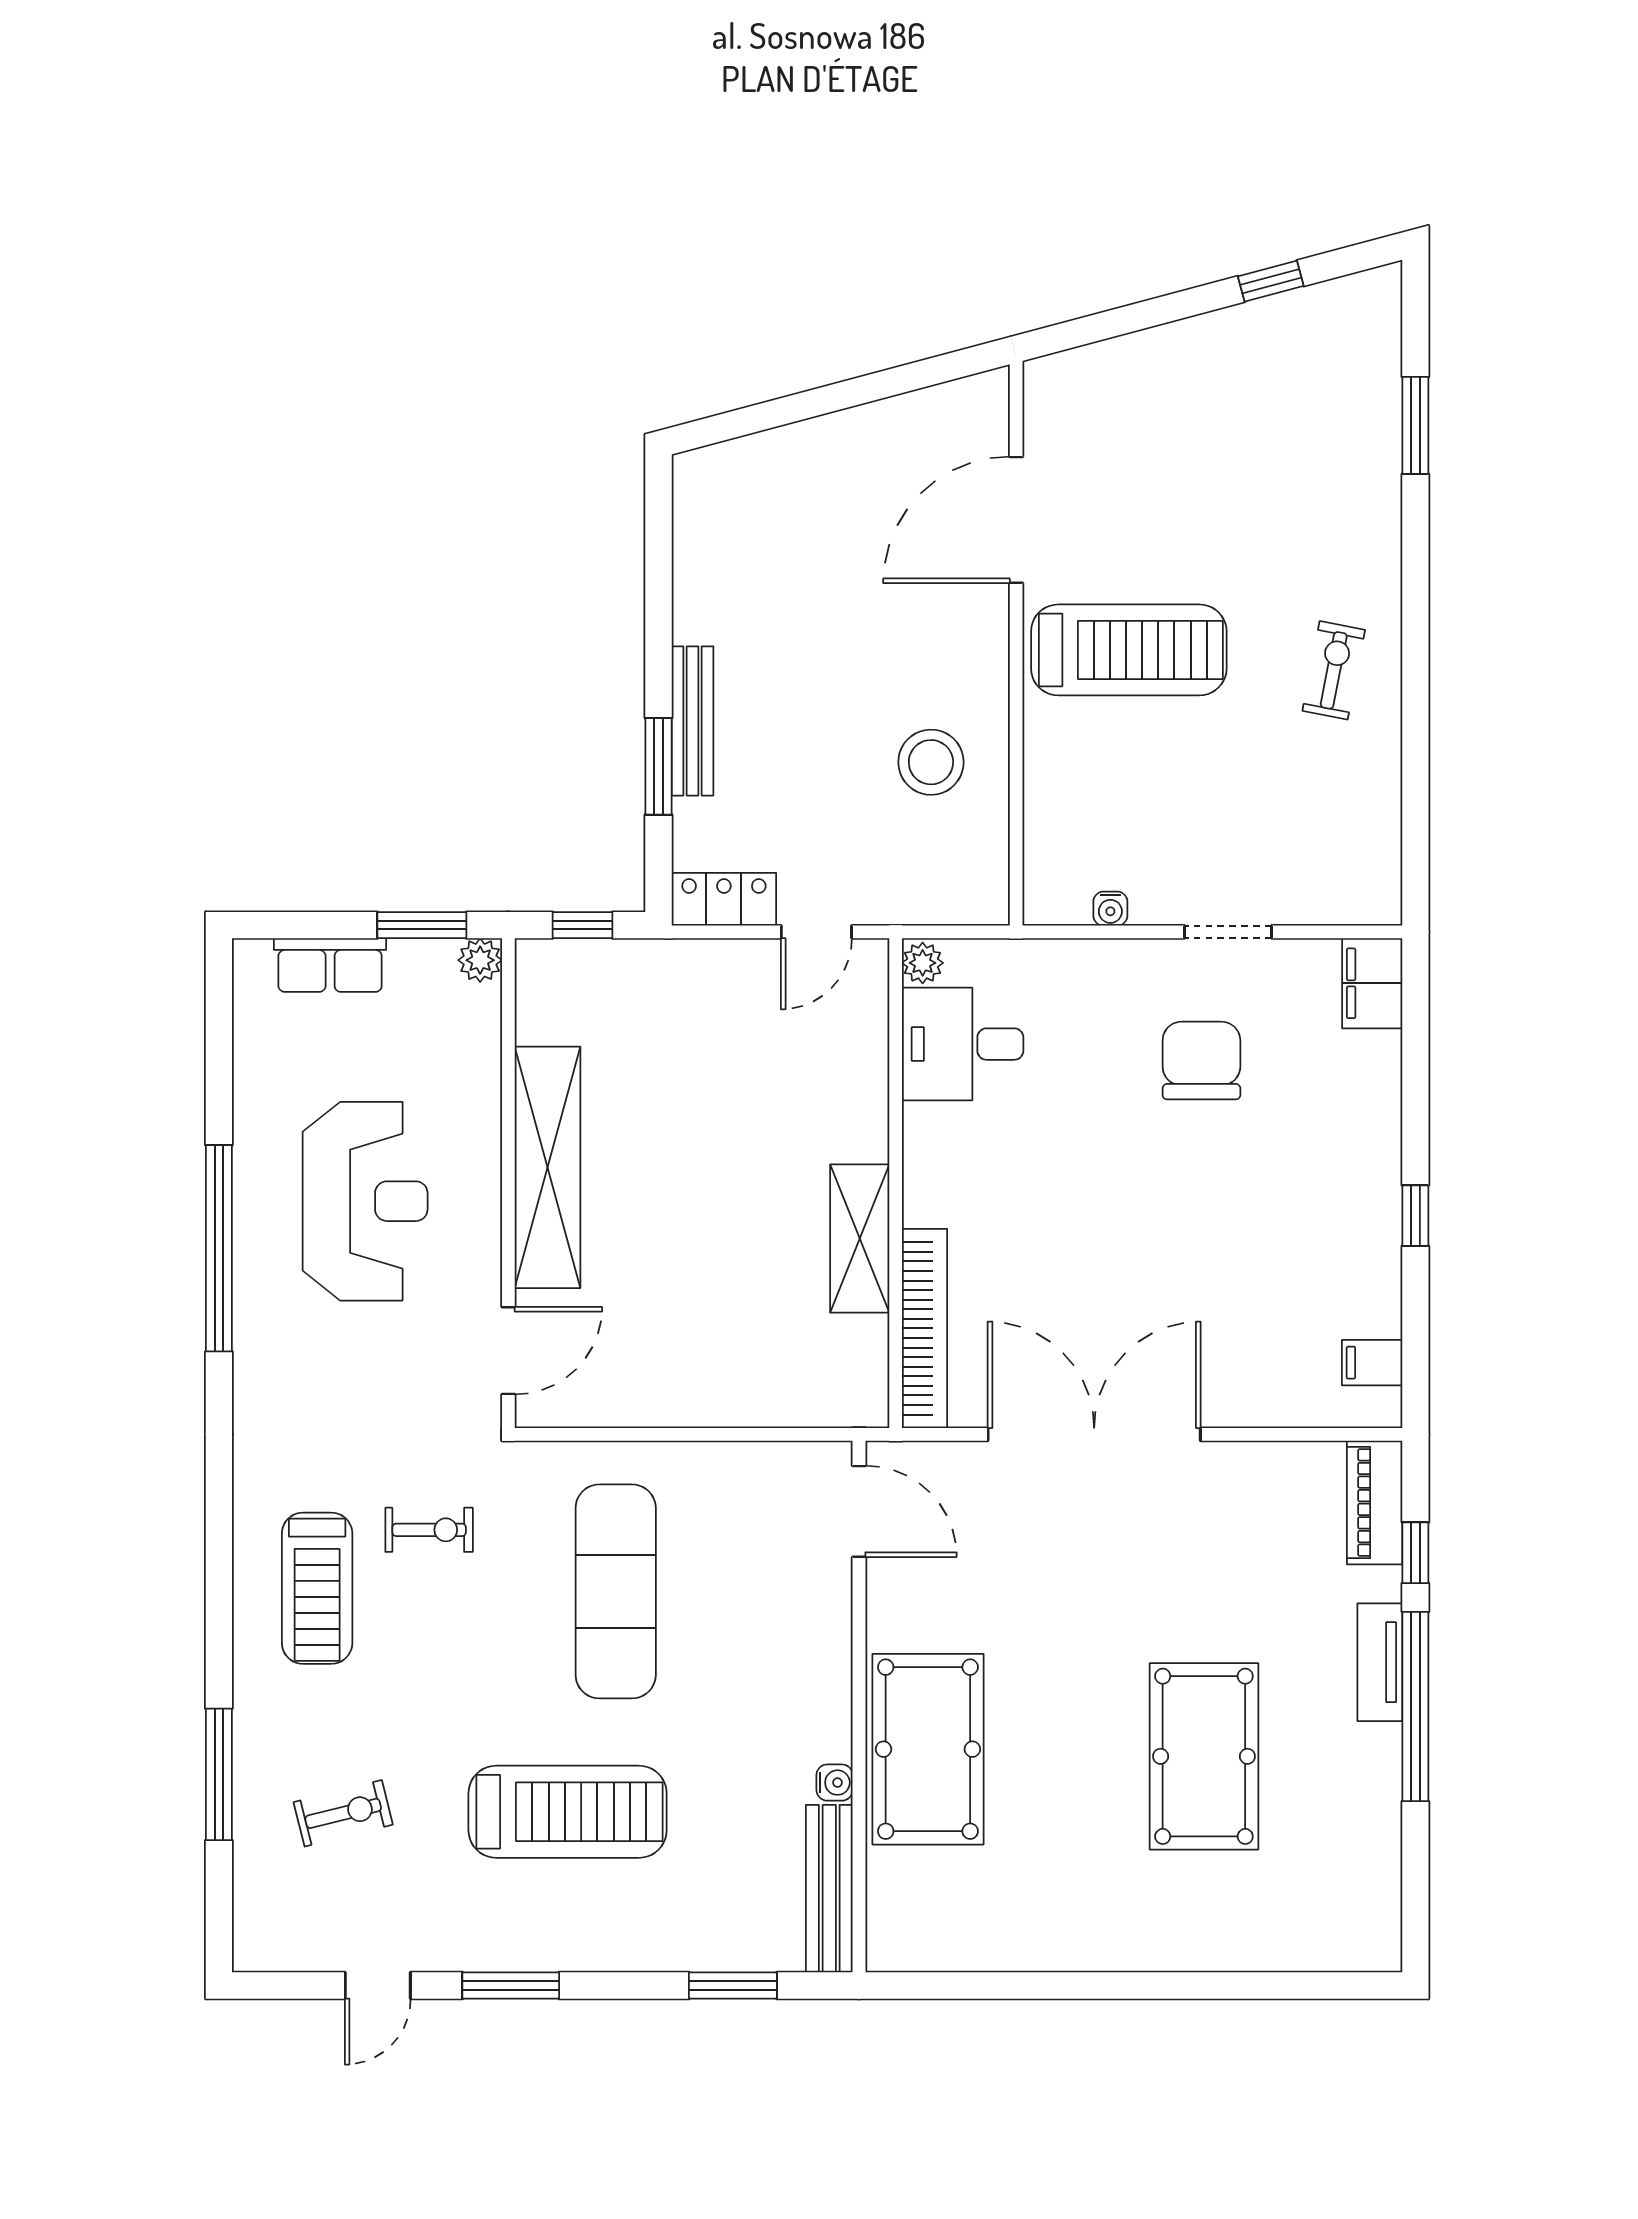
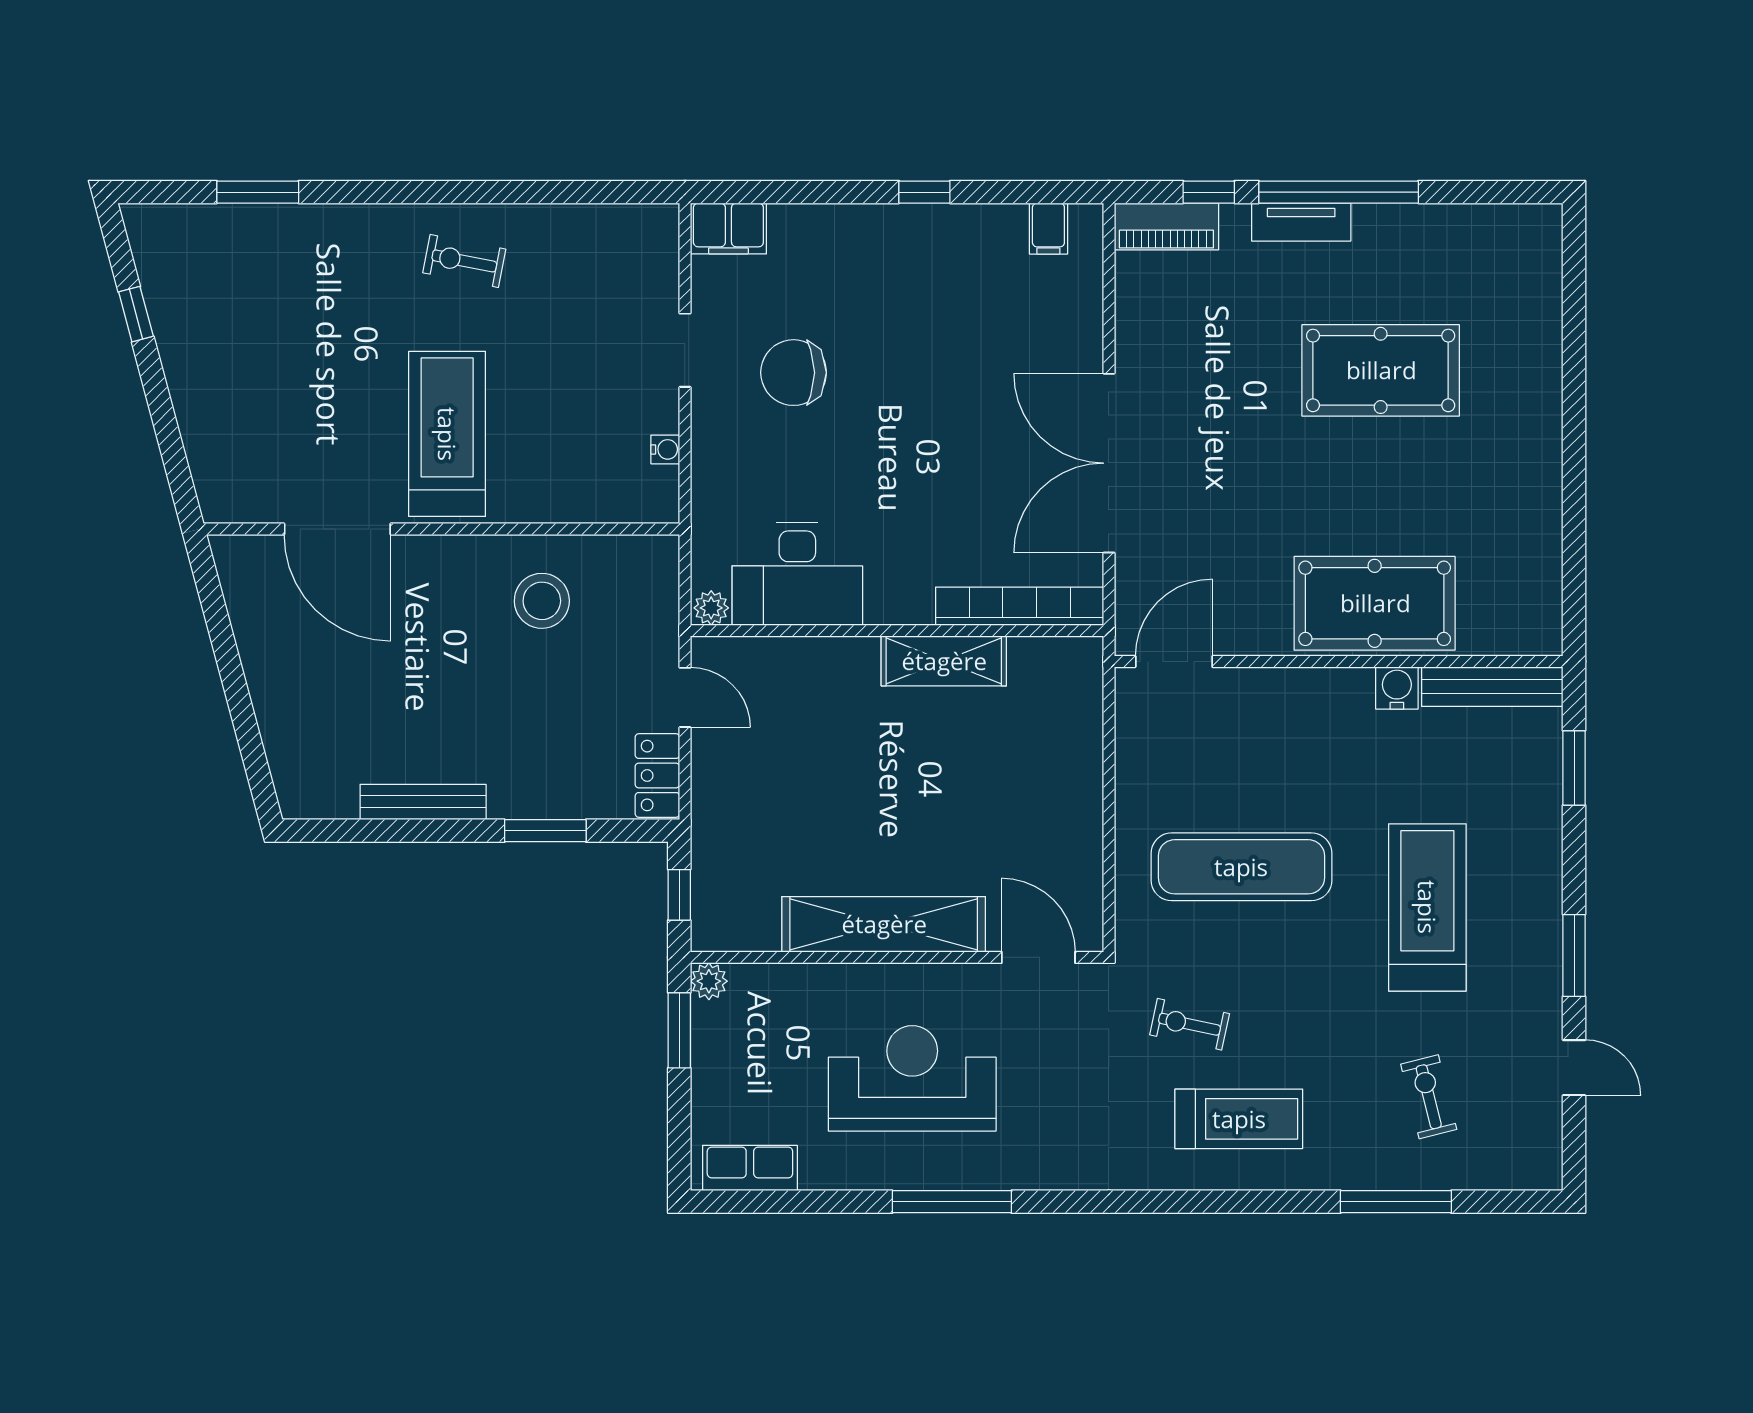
bench: (693, 721) -> (423, 802), moved
row of seats: (330, 965) -> (750, 1168), moved, turned -90
desk: (963, 1044) -> (797, 574), width x1.37
window: (219, 1248) -> (952, 1202), width x0.68
exercise bike: (429, 1530) -> (1190, 1024), turned -78
water cooler: (835, 1783) -> (1397, 688), width x1.38, depth x1.38

